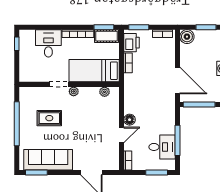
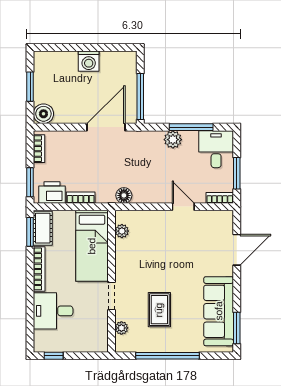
plant: (74, 91) -> (121, 328), moved
floor lamp: (130, 120) -> (124, 195), moved
plant: (169, 128) -> (173, 140), added
desk: (162, 147) -> (216, 149), moved
window: (157, 172) -> (237, 173), moved

